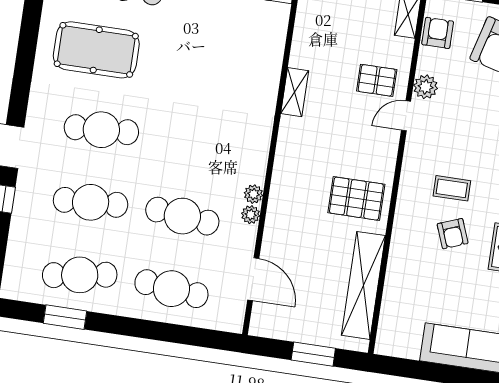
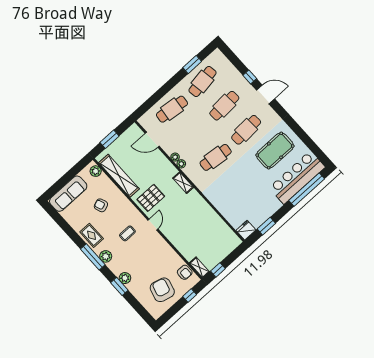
pallet: (377, 80) -> (186, 238), removed
plant: (426, 87) -> (96, 171), moved
shelving: (295, 92) -> (183, 183), moved
door: (406, 116) -> (153, 225), moved
cafe table: (182, 216) -> (216, 157), moved
armchair: (453, 234) -> (101, 205), moved

